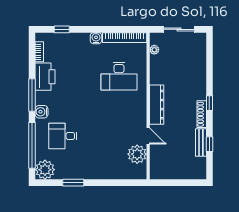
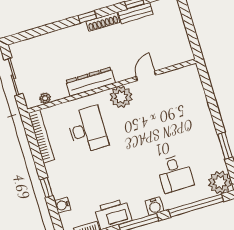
window: (62, 29) -> (46, 188), moved
water cooler: (96, 38) -> (63, 205), moved
dresser: (157, 105) -> (90, 82), moved
plant: (137, 154) -> (121, 97), moved

